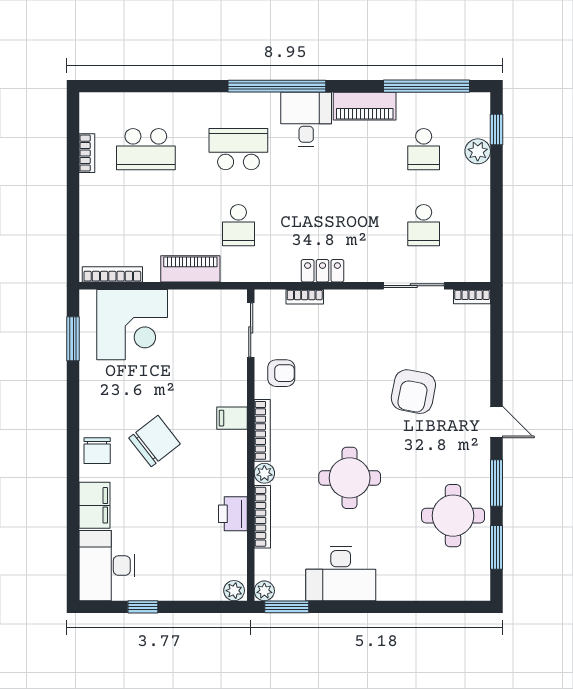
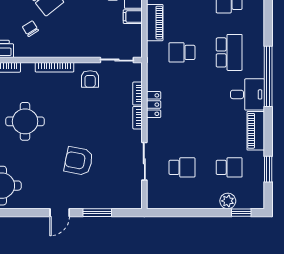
window: (426, 86) -> (268, 169), width x0.47
school desk: (424, 149) -> (229, 167), turned 180
school desk: (424, 225) -> (182, 167), turned 180
bookcase: (472, 297) -> (138, 118), moved
filing cabinet: (232, 418) -> (133, 17), moved, turned -90
chair: (200, 469) -> (30, 29), added
plant: (264, 473) -> (28, 69), removed
window: (496, 483) -> (97, 213), moved

